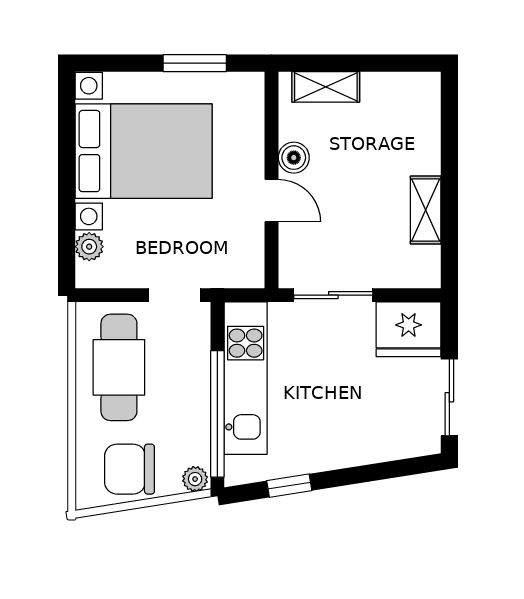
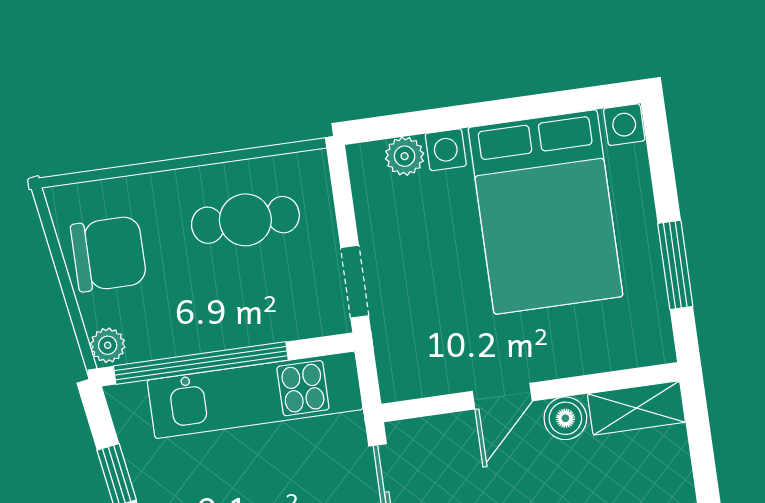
shelving: (326, 87) -> (636, 408), moved, turned 90
cafe table: (119, 367) -> (245, 220), width x0.73, depth x0.74
chair: (130, 469) -> (109, 254), turned 90

